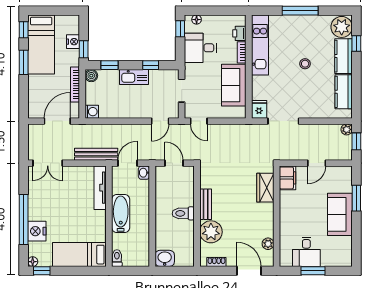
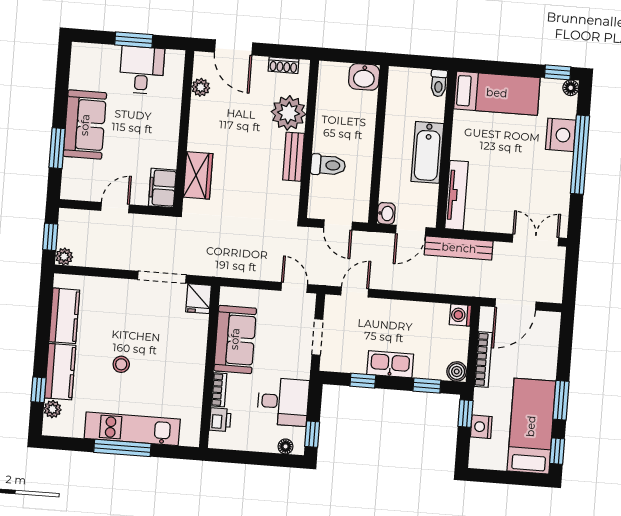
plant: (342, 27) -> (52, 409), width x0.53, depth x0.53
kitchen unit: (260, 45) -> (132, 429), moved, turned 90
toilet: (183, 213) -> (328, 165), moved

